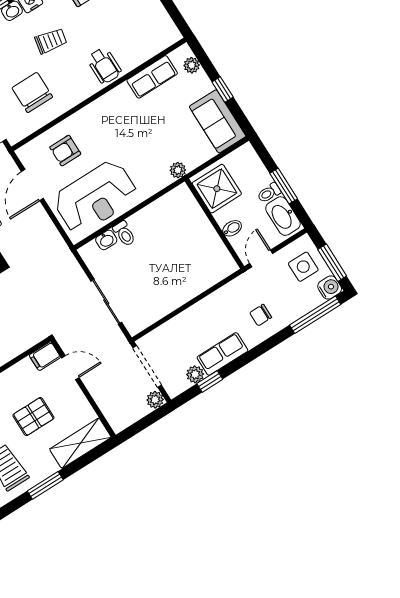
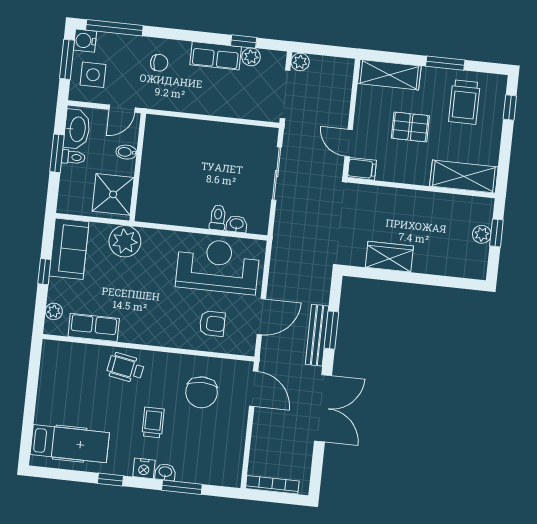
trolley: (51, 41) -> (153, 423), turned 79
wheelchair: (104, 66) -> (126, 368), turned -80
plant: (178, 170) -> (125, 241), width x1.88, depth x1.88

